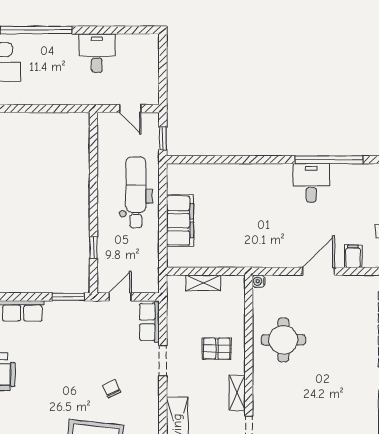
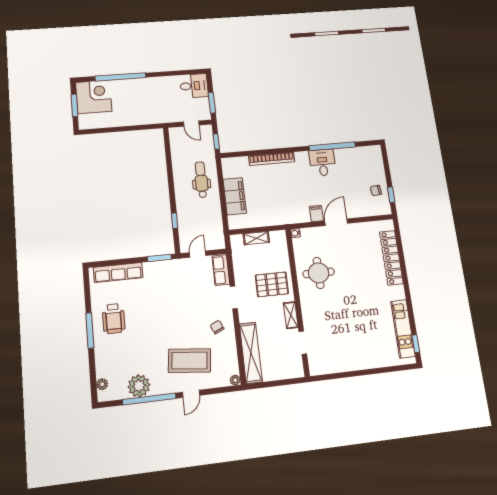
desk: (97, 53) -> (194, 86), moved, turned 90
window: (163, 80) -> (212, 103), added
bookcase: (239, 171) -> (272, 159), added
dental chair: (136, 192) -> (201, 180), width x0.73, depth x0.72
filing cabinet: (353, 256) -> (316, 214), moved
pallet: (217, 349) -> (272, 284), width x1.50, depth x1.42
chair: (111, 389) -> (217, 327), moved

